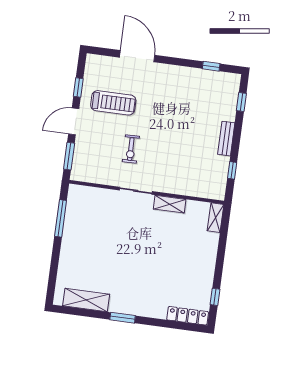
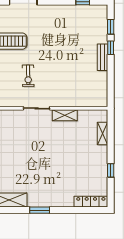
window: (232, 170) -> (111, 48), moved
shelving: (216, 218) -> (102, 133), moved
window: (215, 297) -> (111, 170), moved

